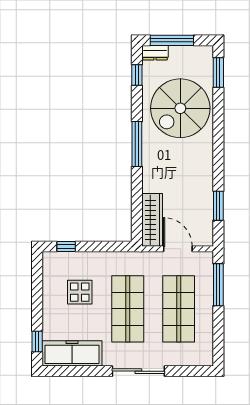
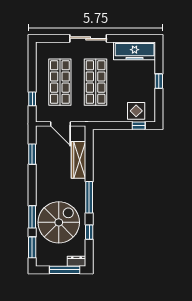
window: (137, 75) -> (89, 232), moved
window: (218, 116) -> (32, 217), added
wardrobe: (152, 220) -> (78, 160), moved
window: (218, 285) -> (32, 99), width x0.46
display table: (80, 292) -> (136, 111), moved
window: (37, 342) -> (159, 81), moved

